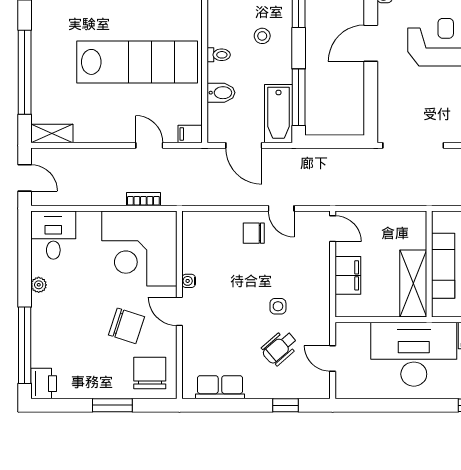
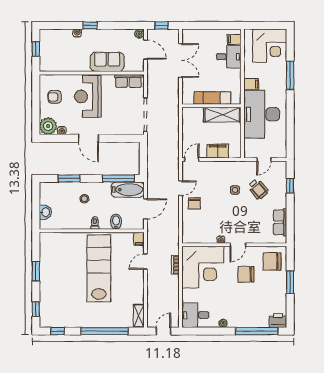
chair: (127, 326) -> (246, 274), turned -108

